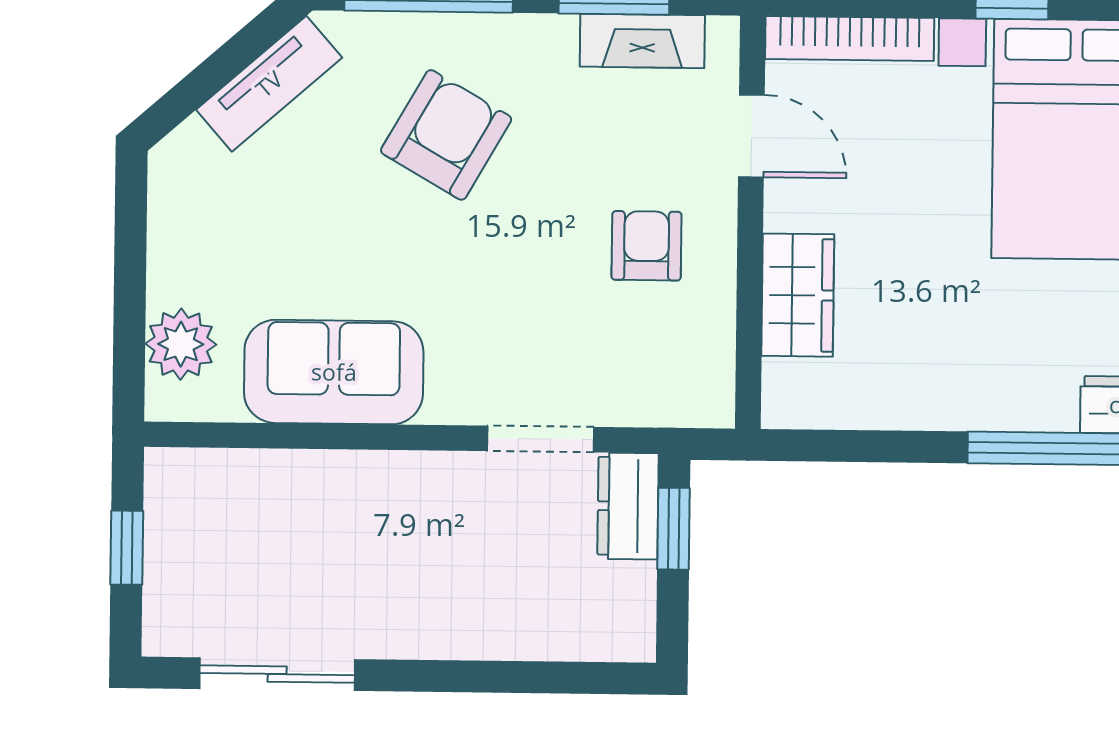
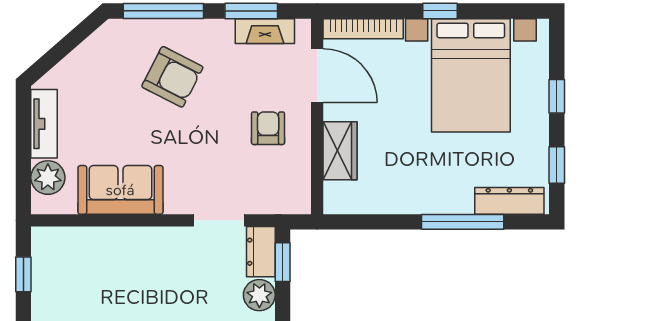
tv unit: (269, 84) -> (44, 124), moved, turned -49
armchair: (446, 135) -> (172, 77), turned 87
door: (751, 136) -> (317, 76), width x1.38
plant: (624, 598) -> (259, 295), added

